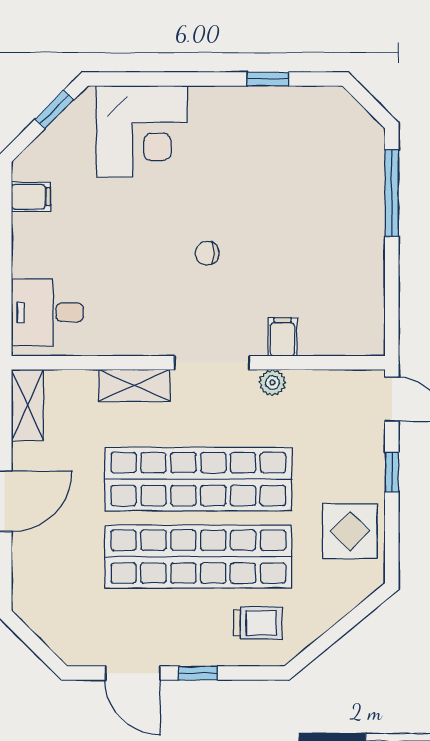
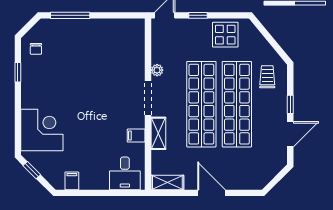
chair: (207, 253) -> (36, 49), moved
filing cabinet: (282, 337) -> (136, 136), moved

